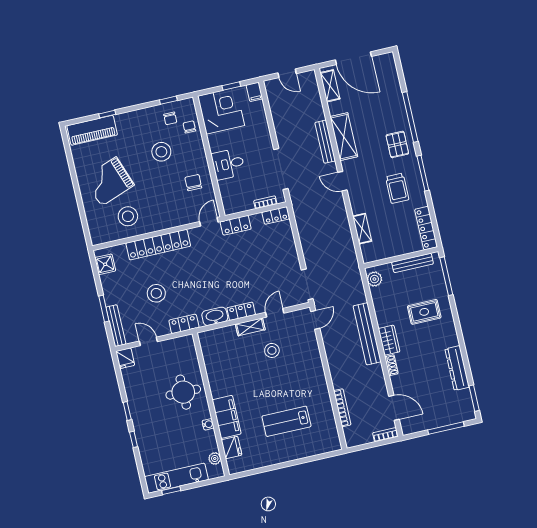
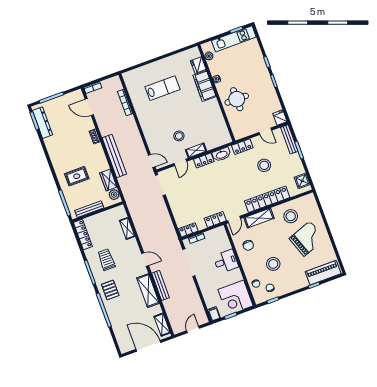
door: (287, 73) -> (193, 330), hinge flipped
shelving: (173, 219) -> (259, 218), added
door: (315, 320) -> (152, 161), swing flipped
wardrobe: (389, 340) -> (108, 180), moved
dresser: (457, 368) -> (42, 123), moved

